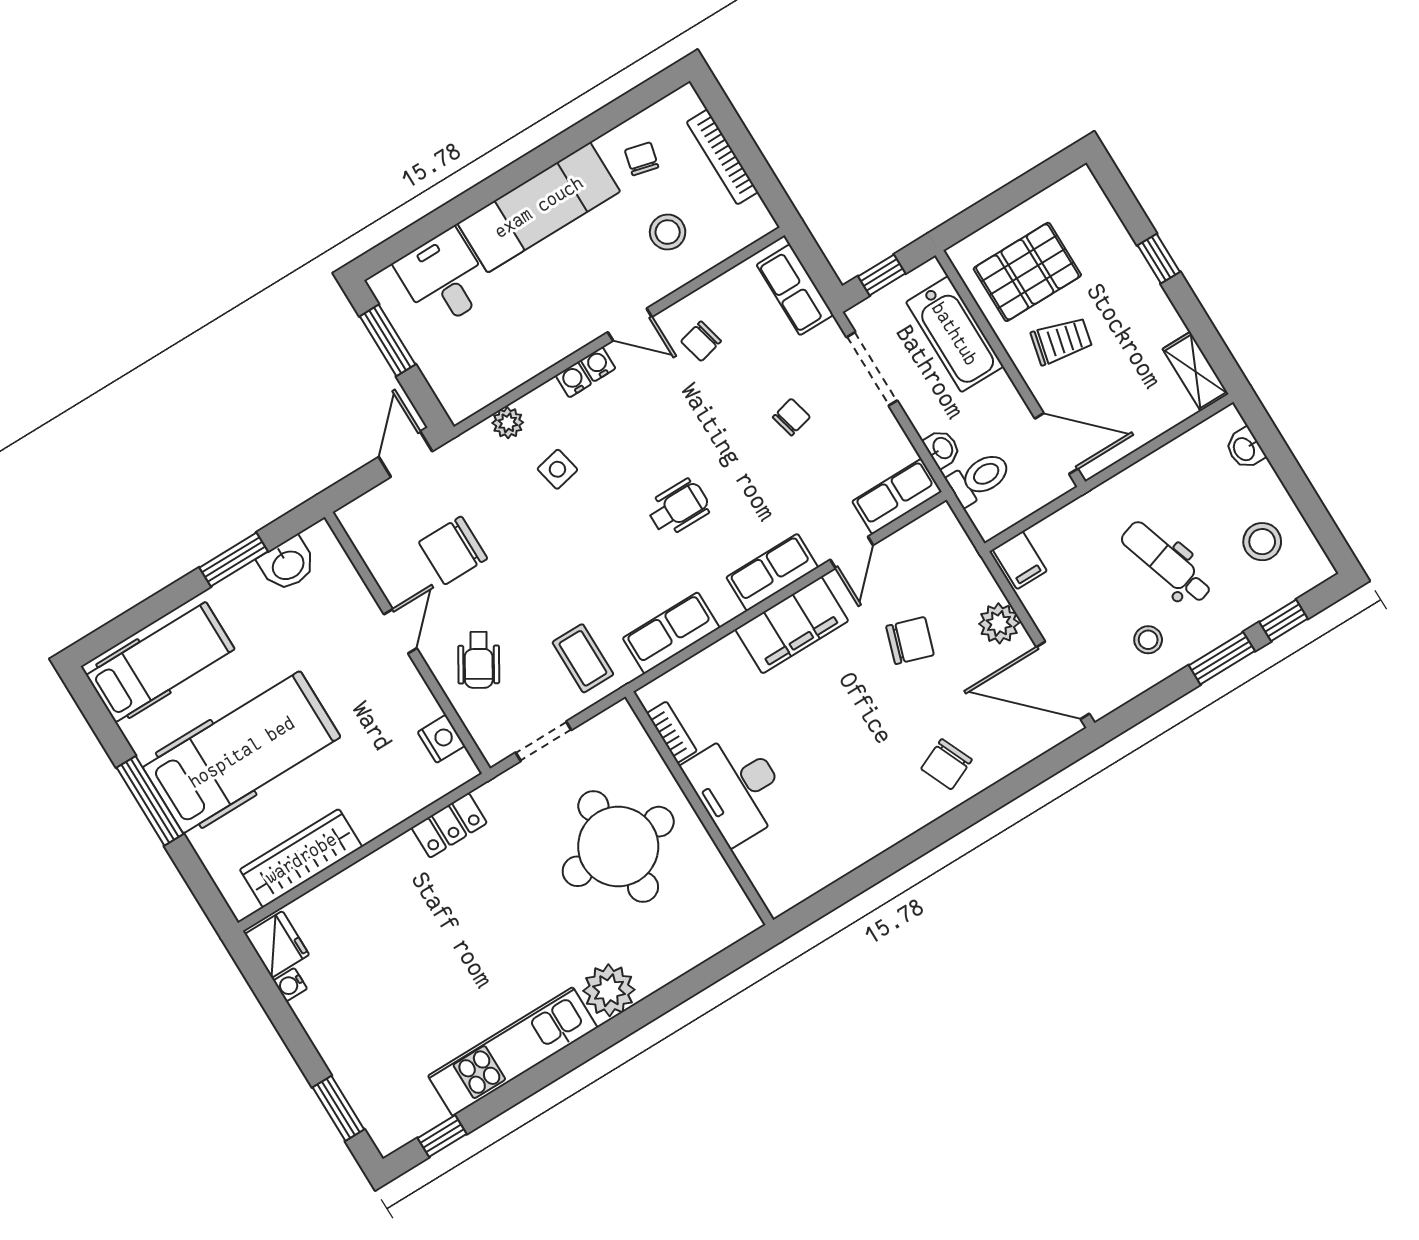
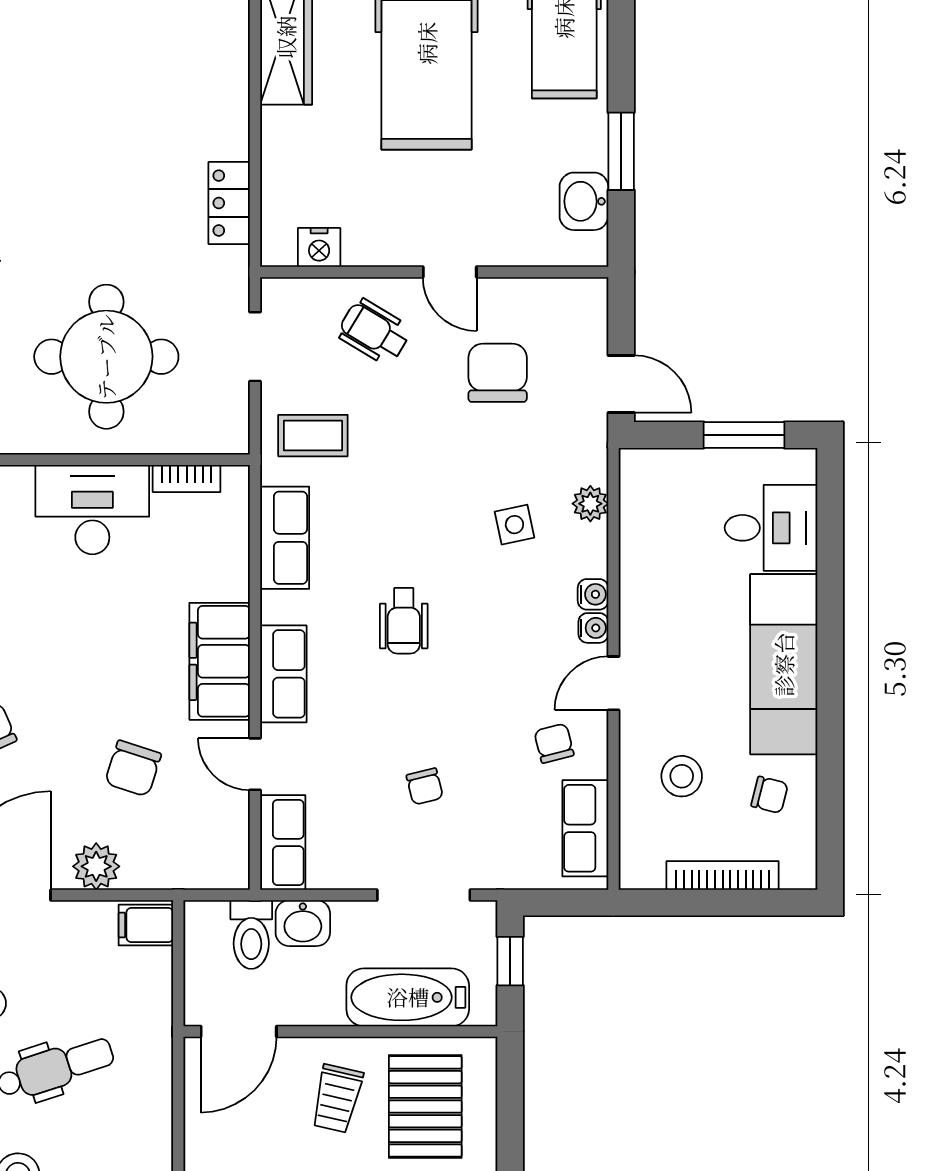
row of seats: (795, 290) -> (585, 828), moved, turned -90
washbasin: (942, 448) -> (303, 923), width x1.38, depth x1.45

